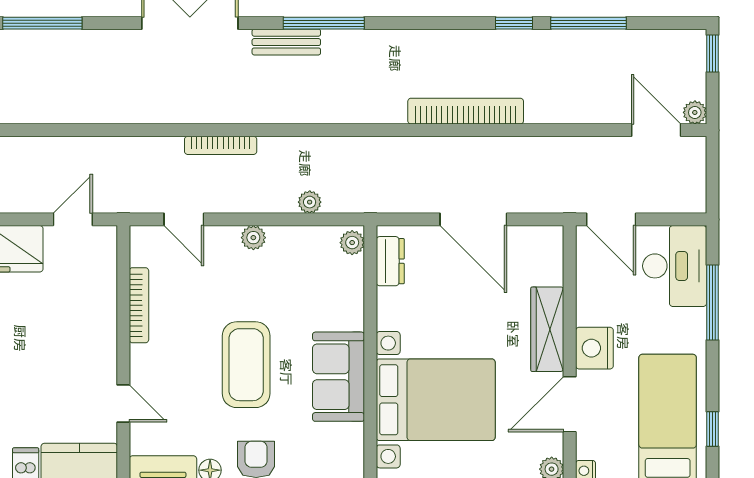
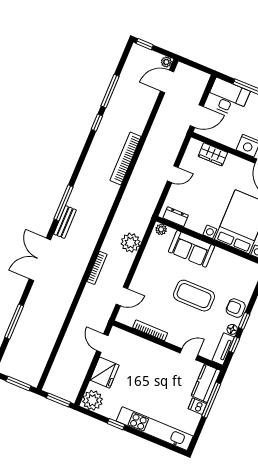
plant: (310, 202) -> (131, 243), width x1.88, depth x1.88
door: (473, 219) -> (173, 174), width x0.53
plant: (253, 238) -> (142, 270), removed
wardrobe: (547, 329) -> (213, 154), moved, width x0.67
sofa: (339, 377) -> (192, 249), moved

